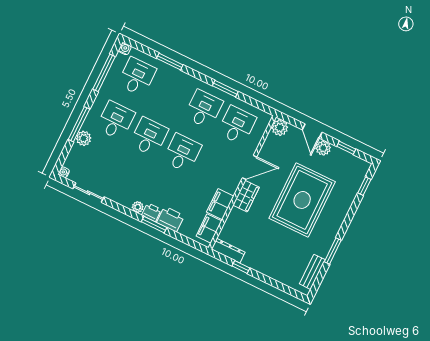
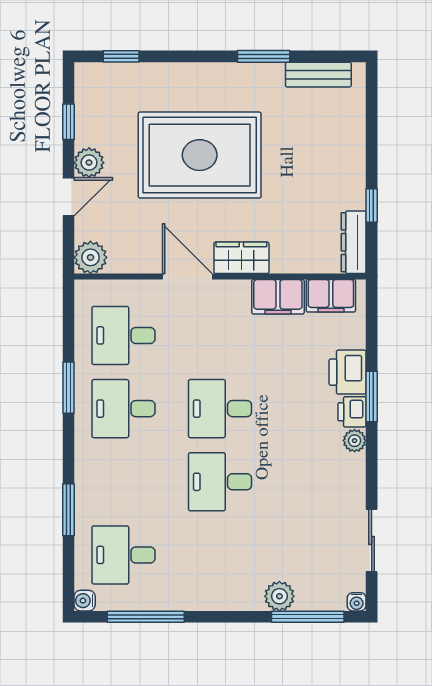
desk: (116, 121) -> (220, 555), removed
window: (79, 124) -> (308, 617), moved

